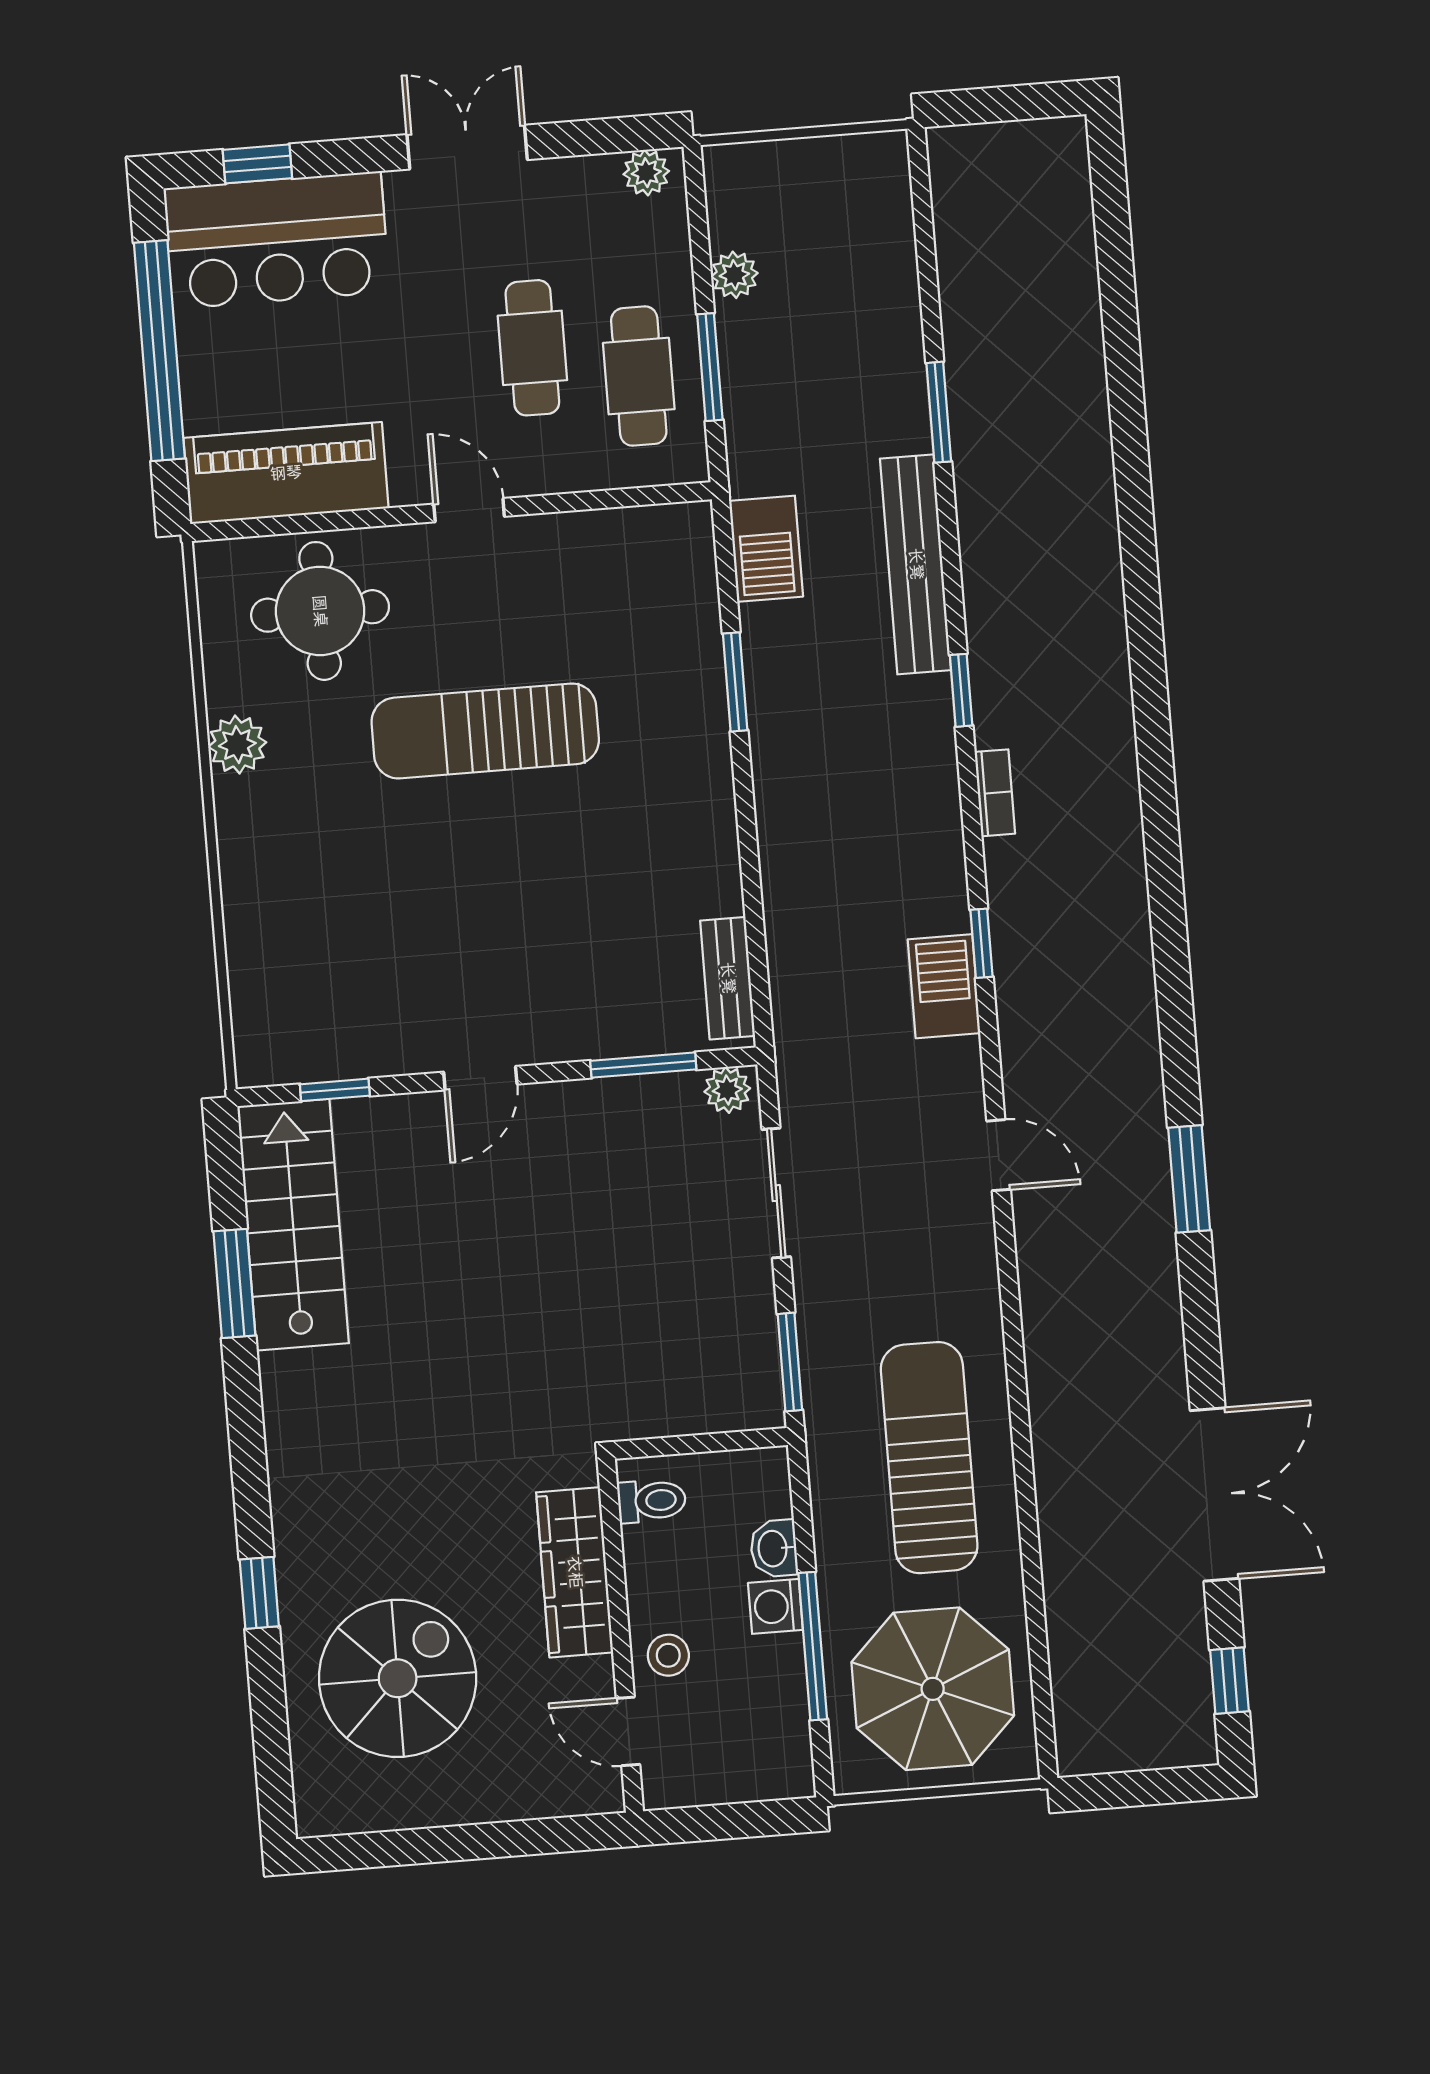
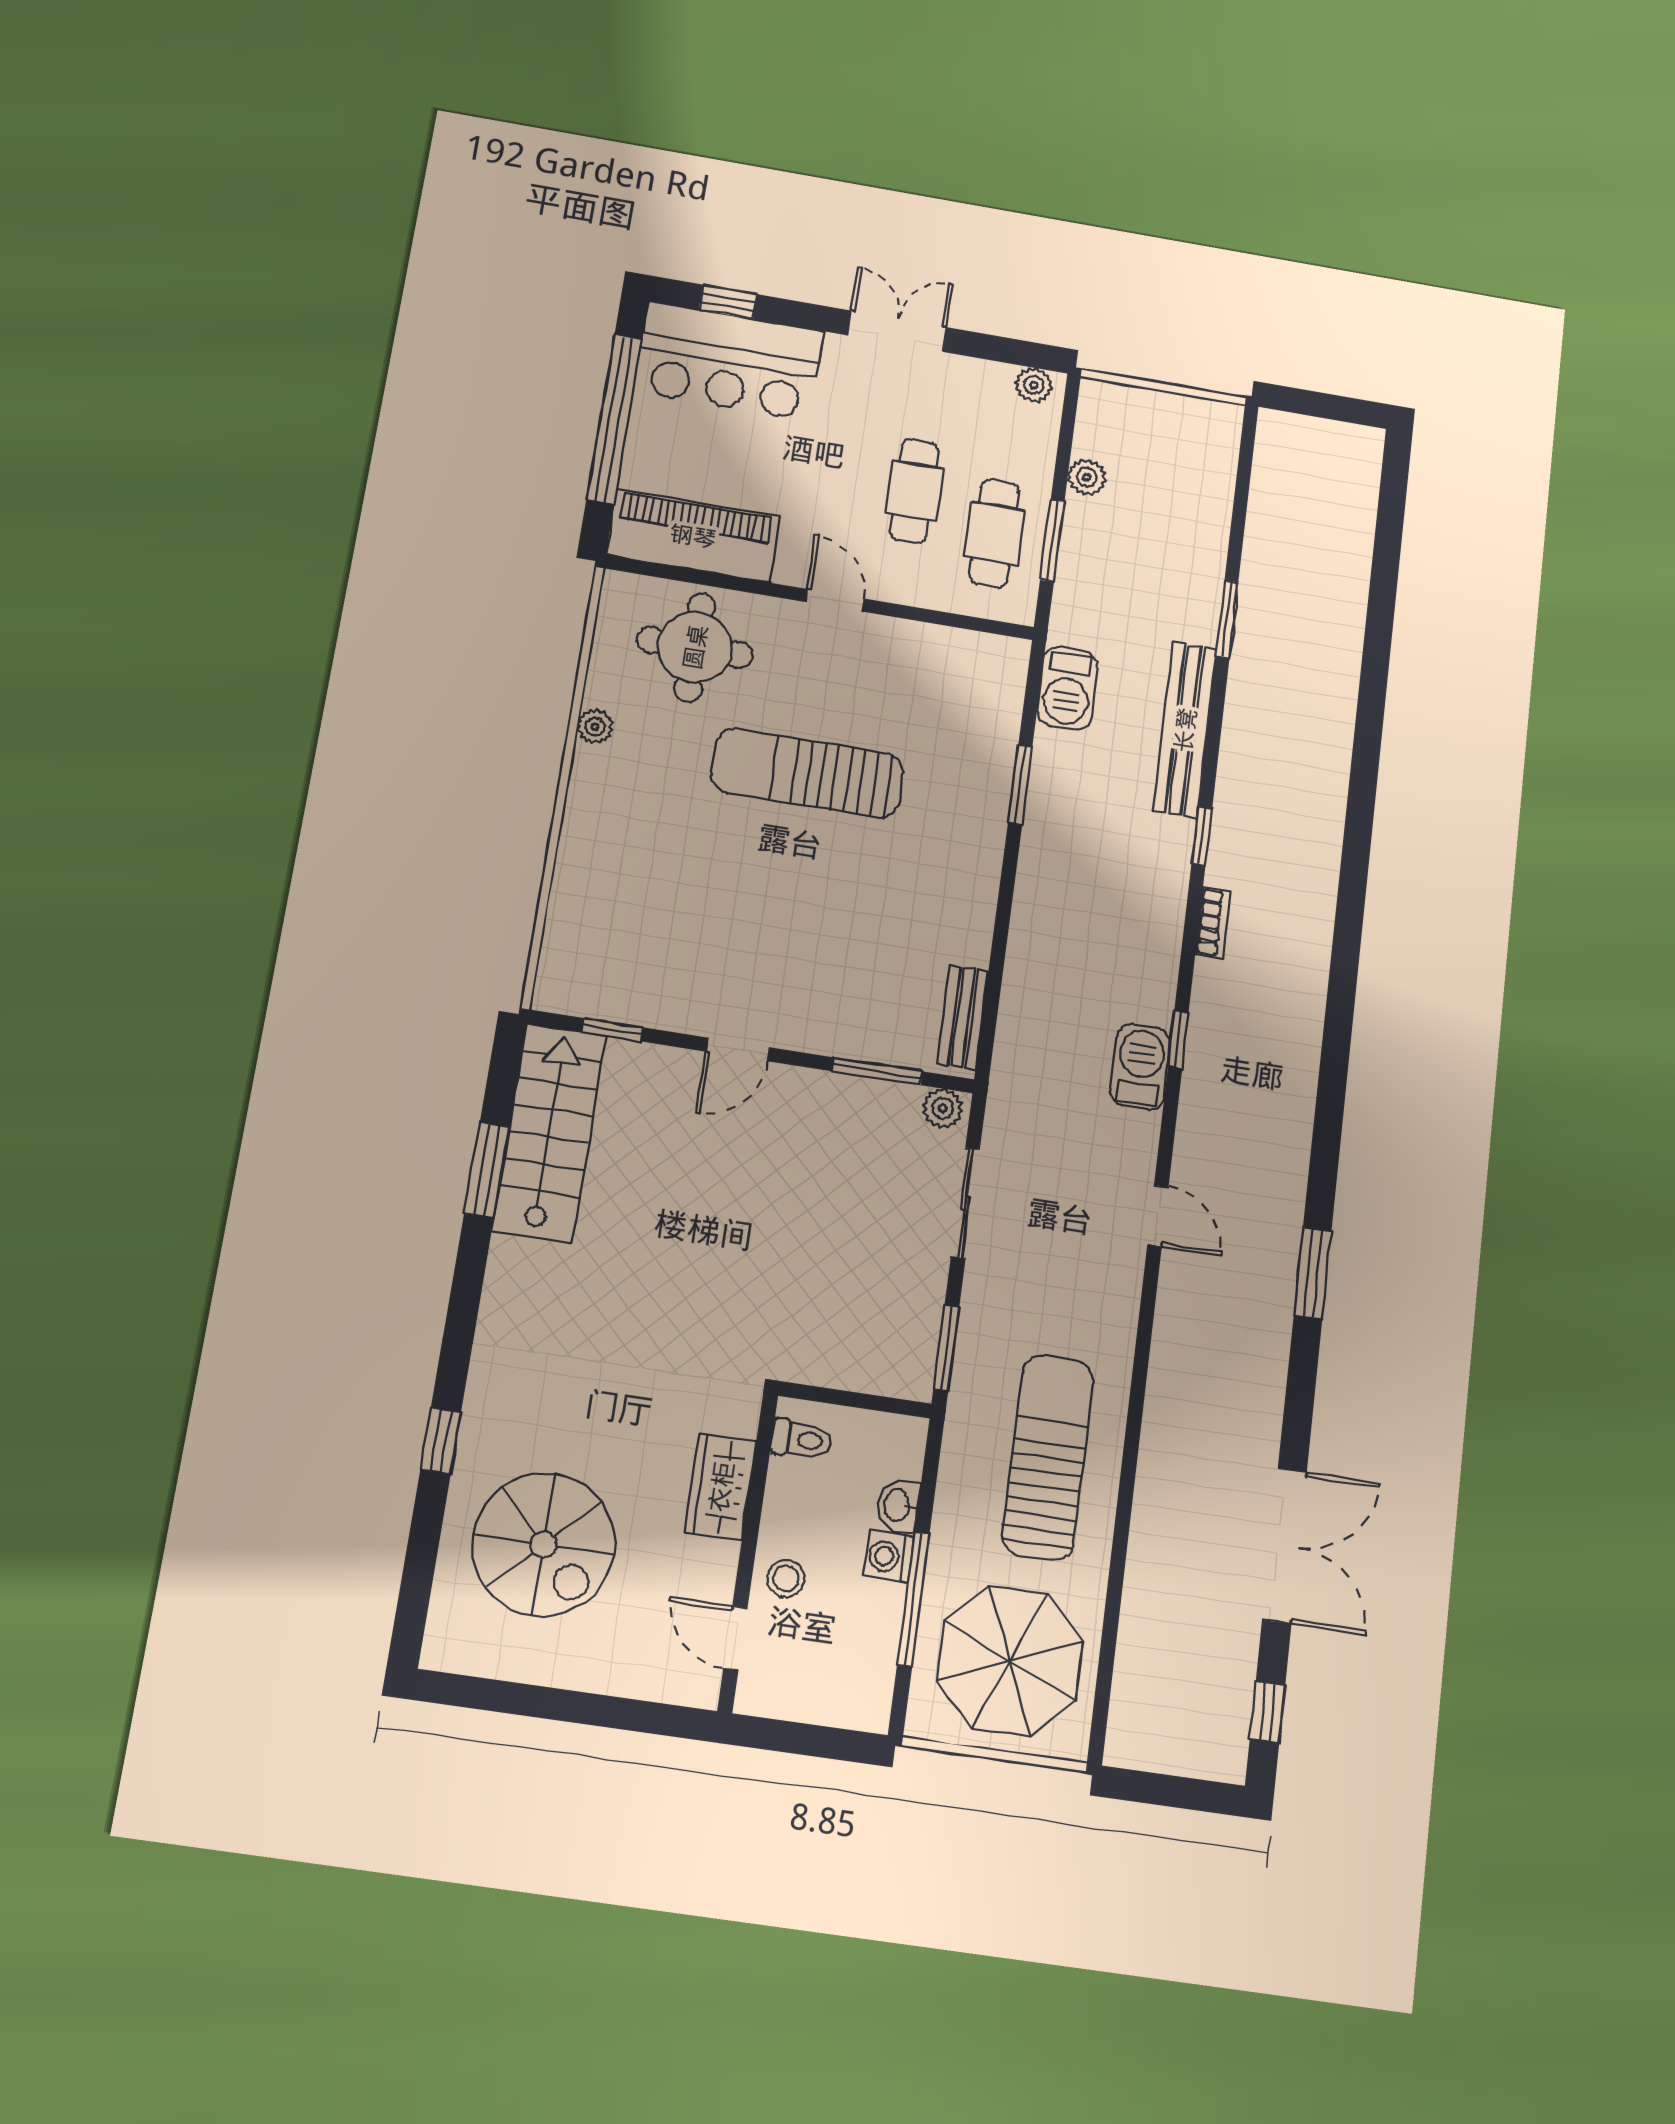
plant: (237, 745) -> (595, 727), width x0.73, depth x0.73
wardrobe: (575, 1572) -> (721, 1487), width x0.67
spiral stairs: (398, 1678) -> (544, 1545), turned 90

